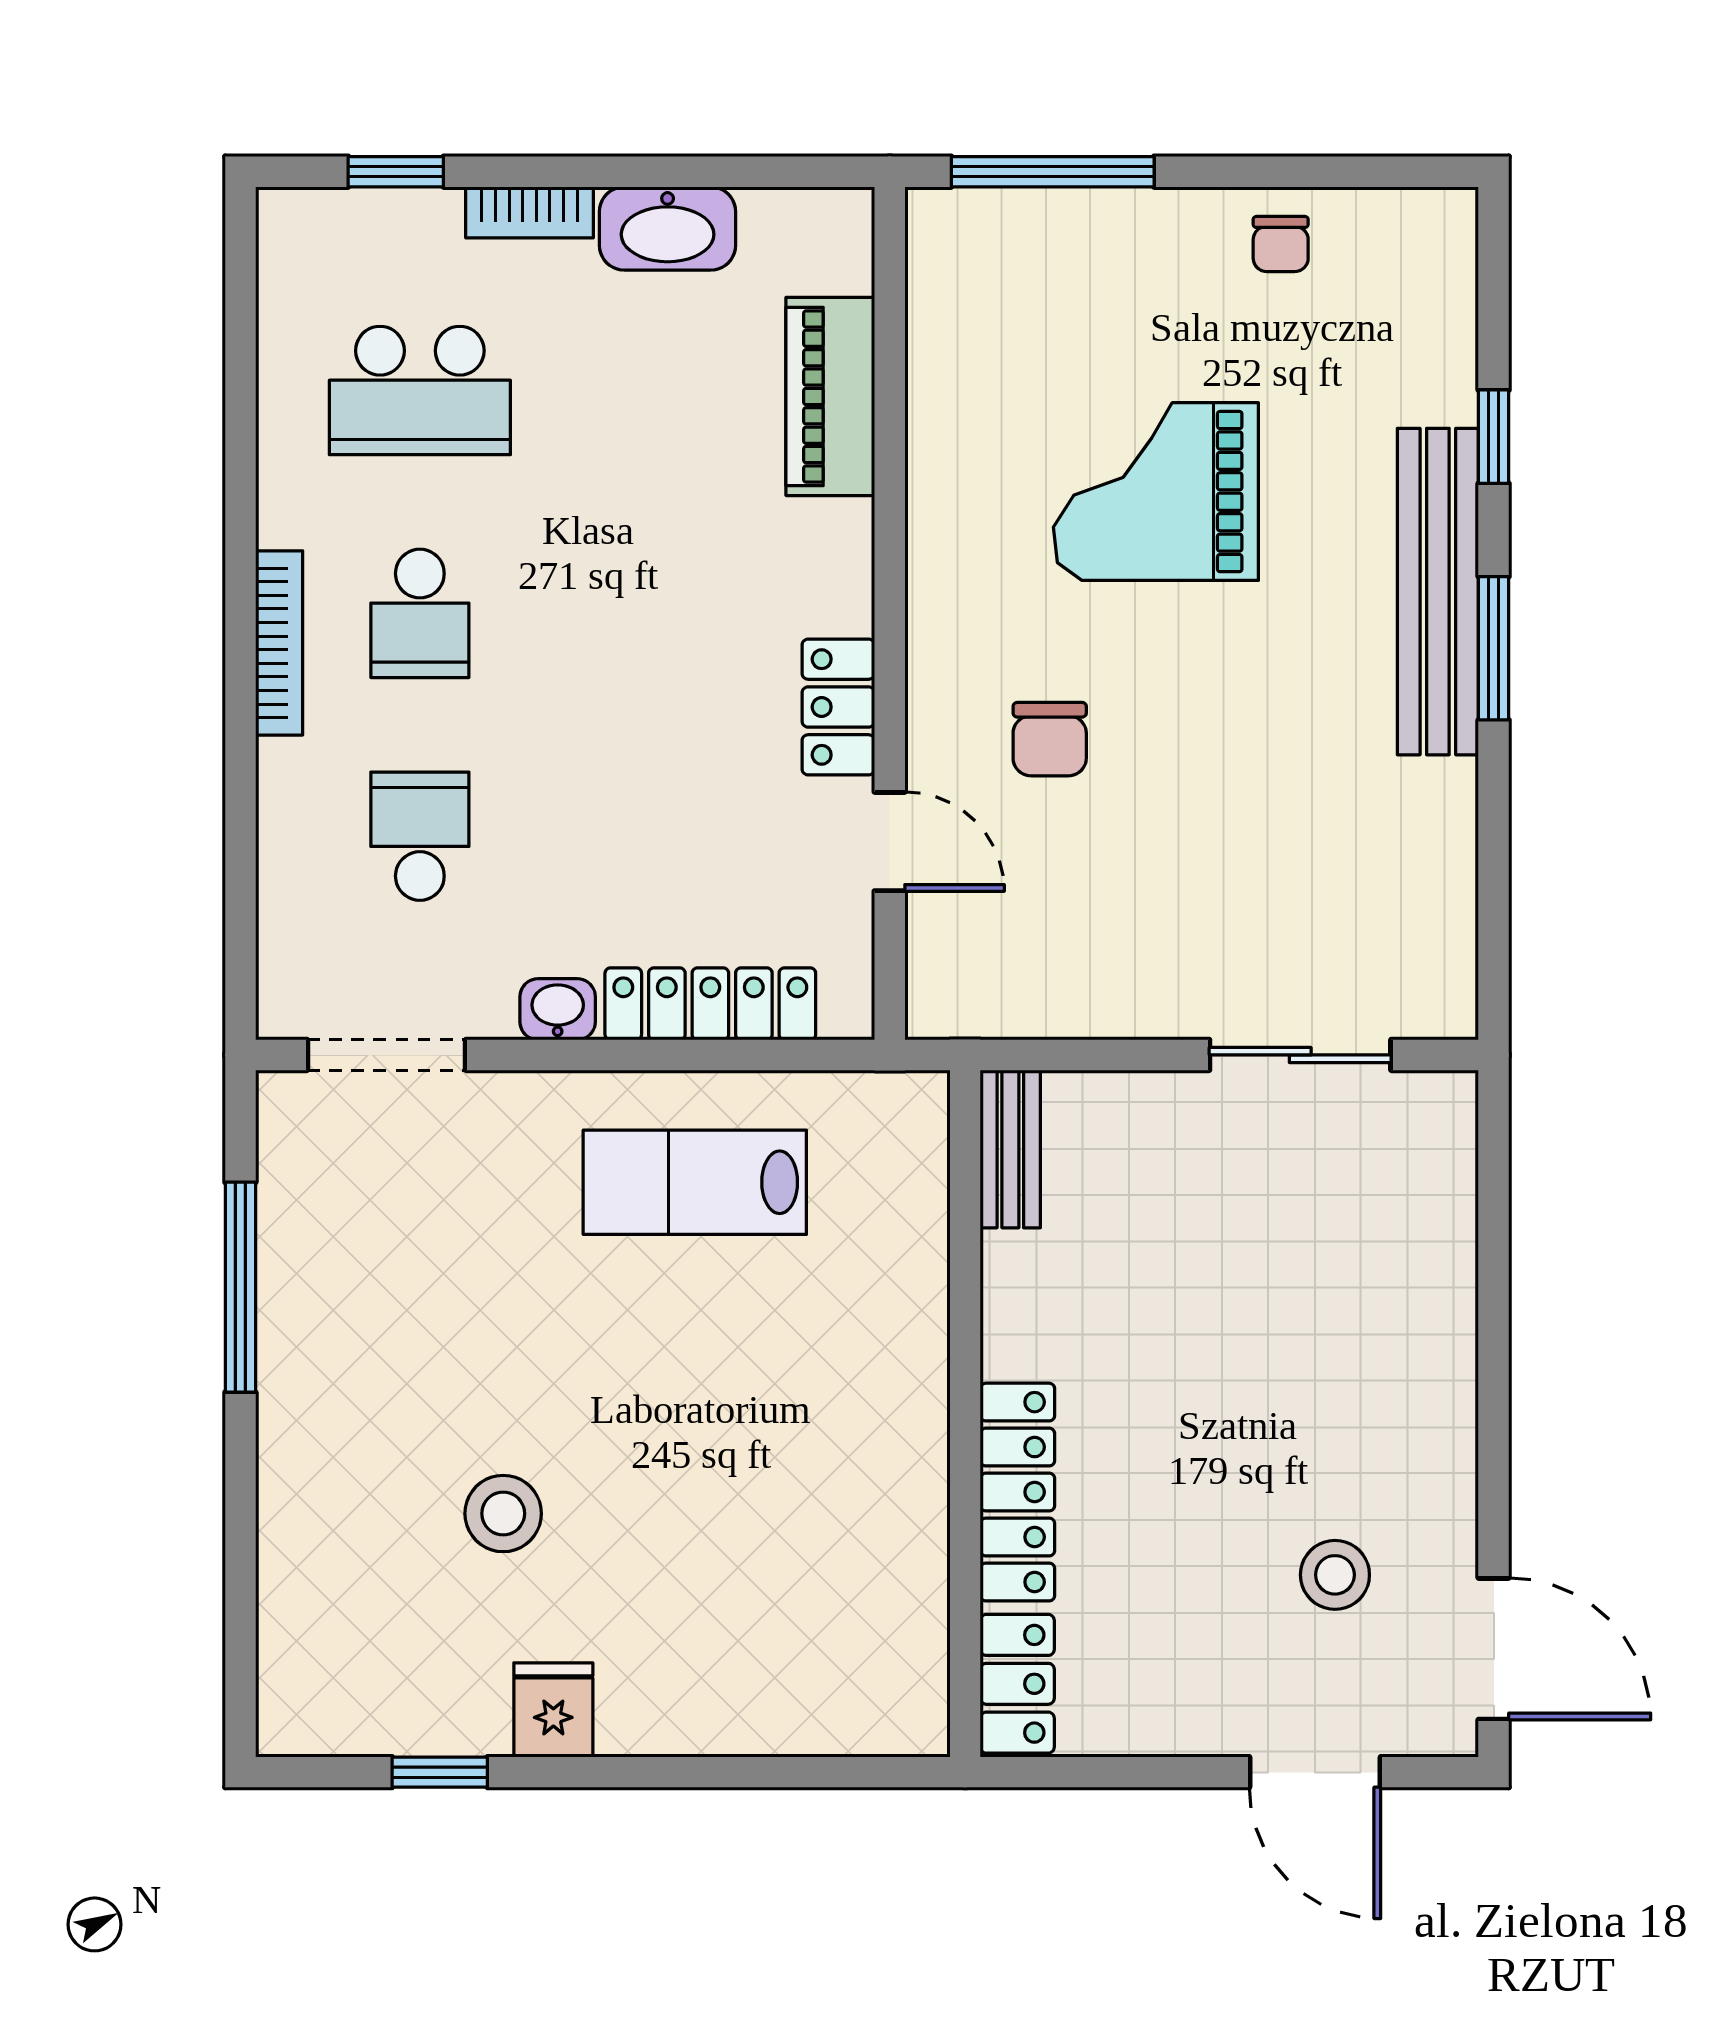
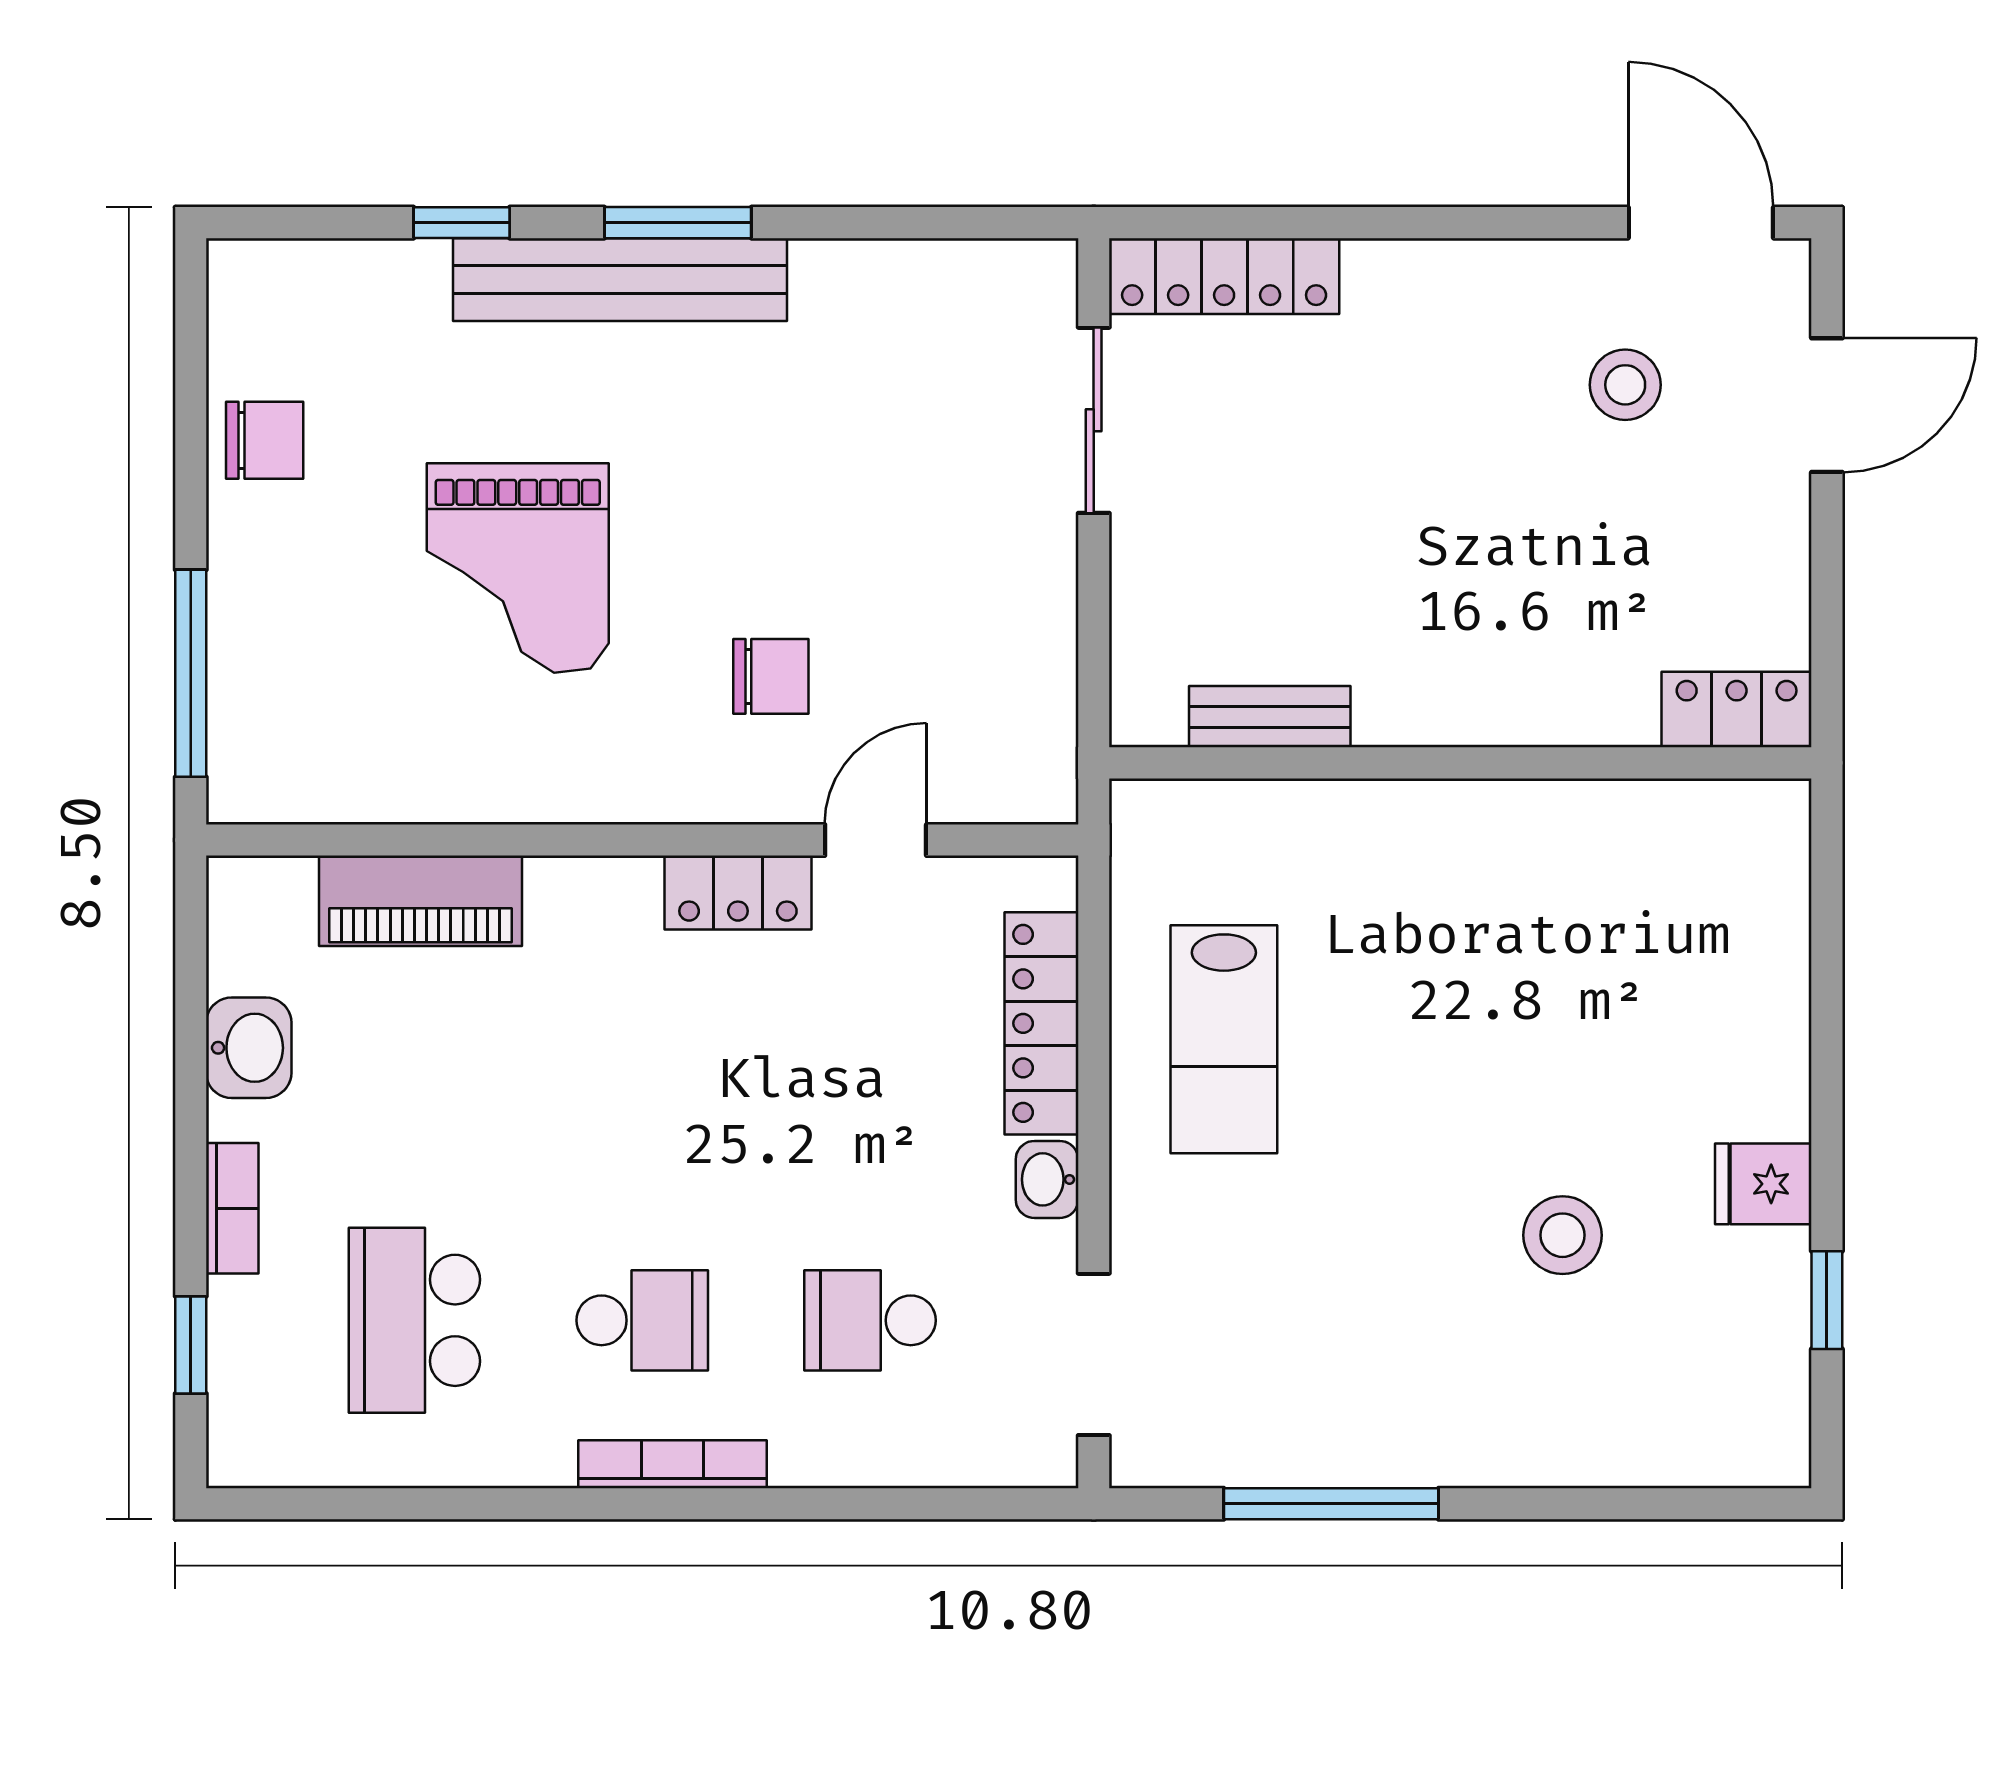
washbasin: (668, 228) -> (249, 1048), width x0.72
chair: (1281, 244) -> (265, 440), width x1.37, depth x1.37
school desk: (420, 390) -> (414, 1320), turned 180
bench: (1010, 1149) -> (1270, 717), moved
locker: (1017, 1492) -> (1224, 276), moved, turned 180
door: (1494, 1649) -> (1701, 223), hinge flipped

